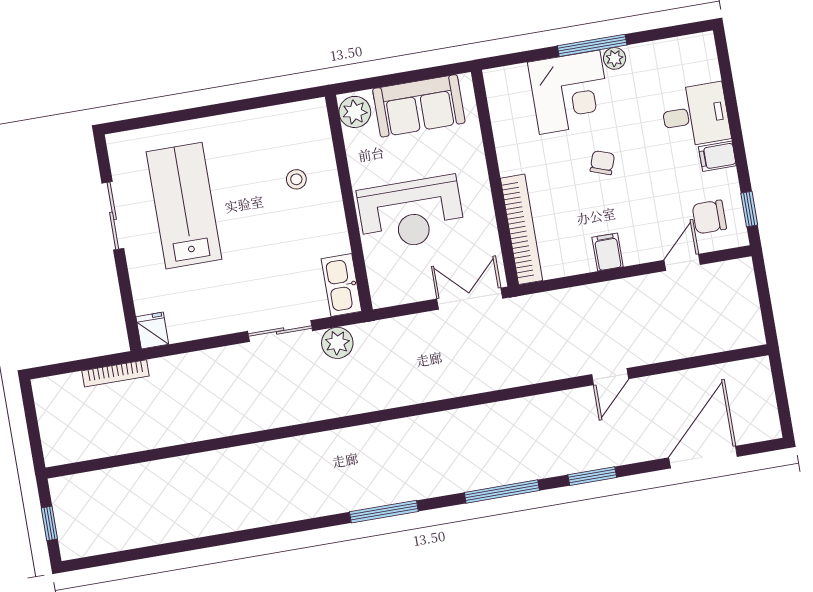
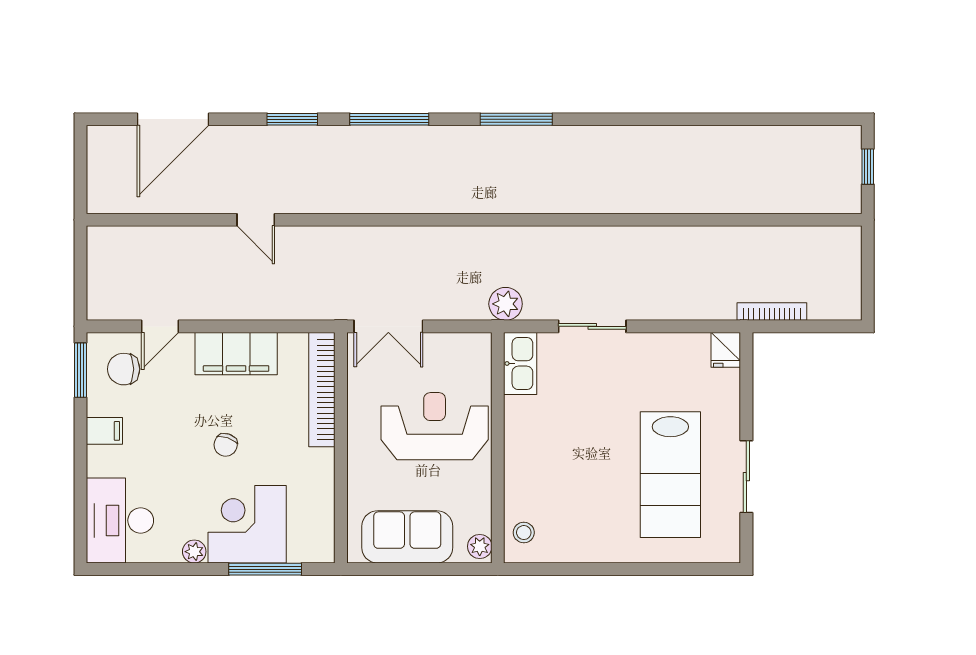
window: (592, 45) -> (265, 569), moved
plant: (355, 112) -> (480, 546), width x0.73, depth x0.73
desk: (695, 115) -> (120, 520), moved, width x1.37
stool: (296, 179) -> (524, 533), moved
window: (749, 209) -> (80, 370), width x1.50
chair: (709, 217) -> (124, 369), turned 180
filing cabinet: (608, 252) -> (236, 354), width x3.00, depth x1.17
plant: (337, 343) -> (506, 304), moved
door: (610, 377) -> (256, 220), swing flipped

